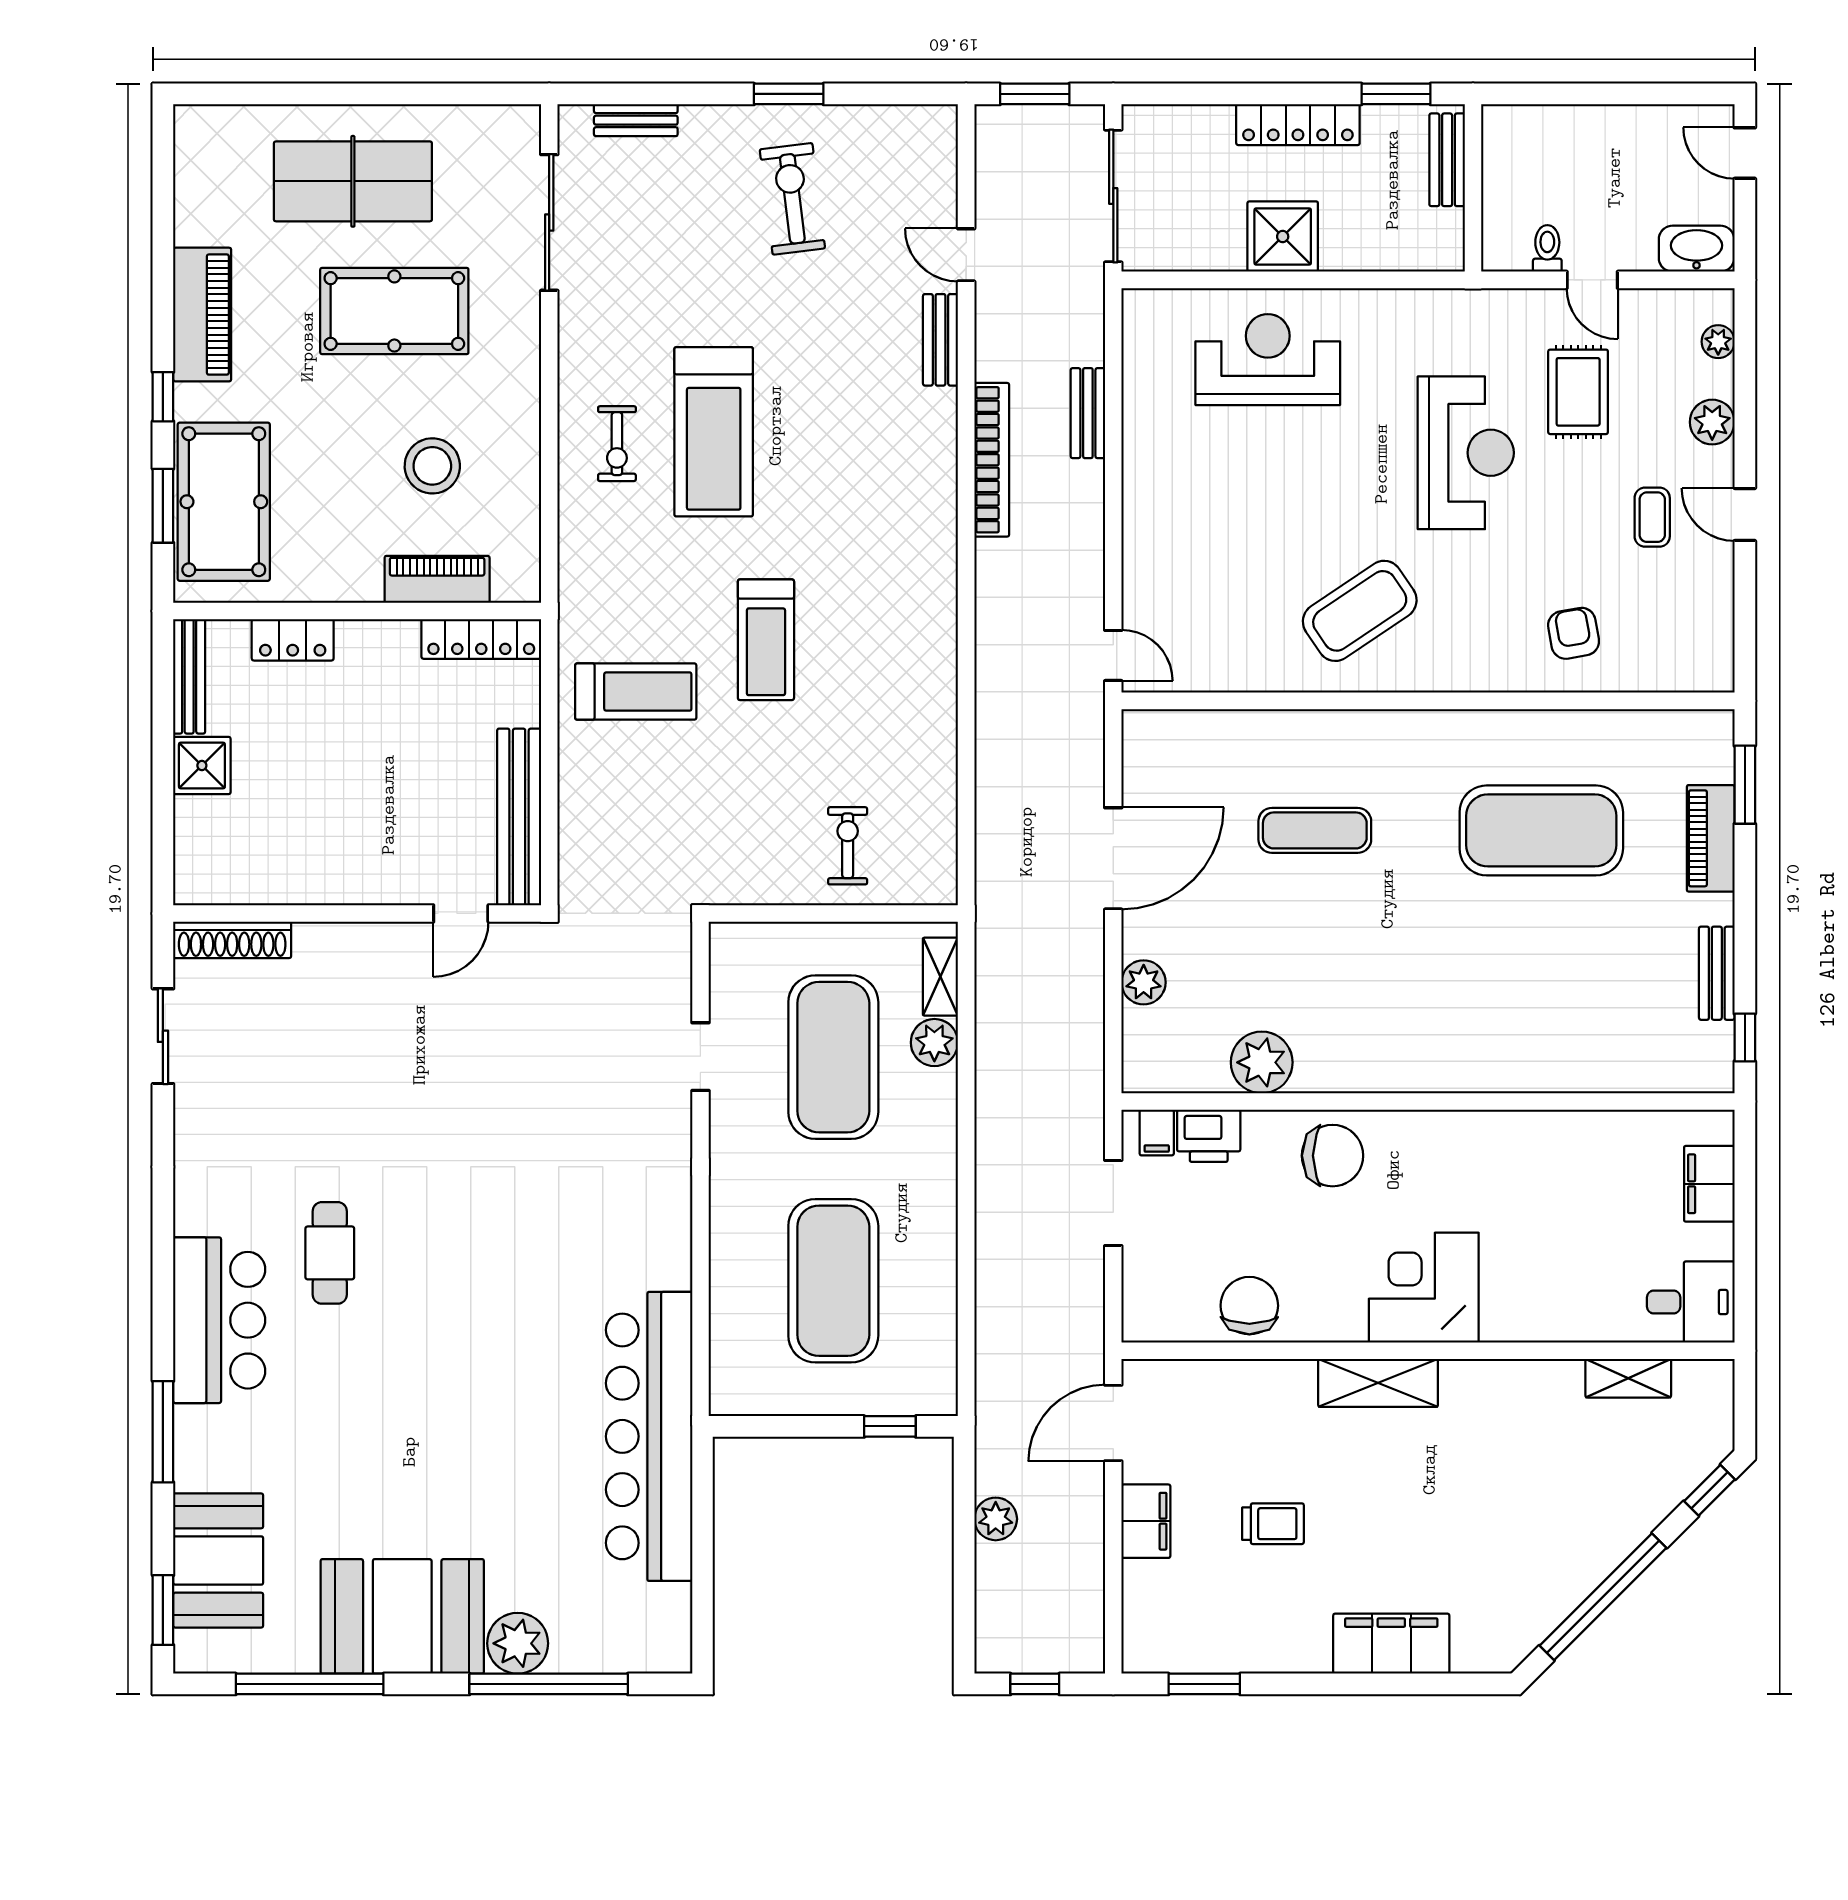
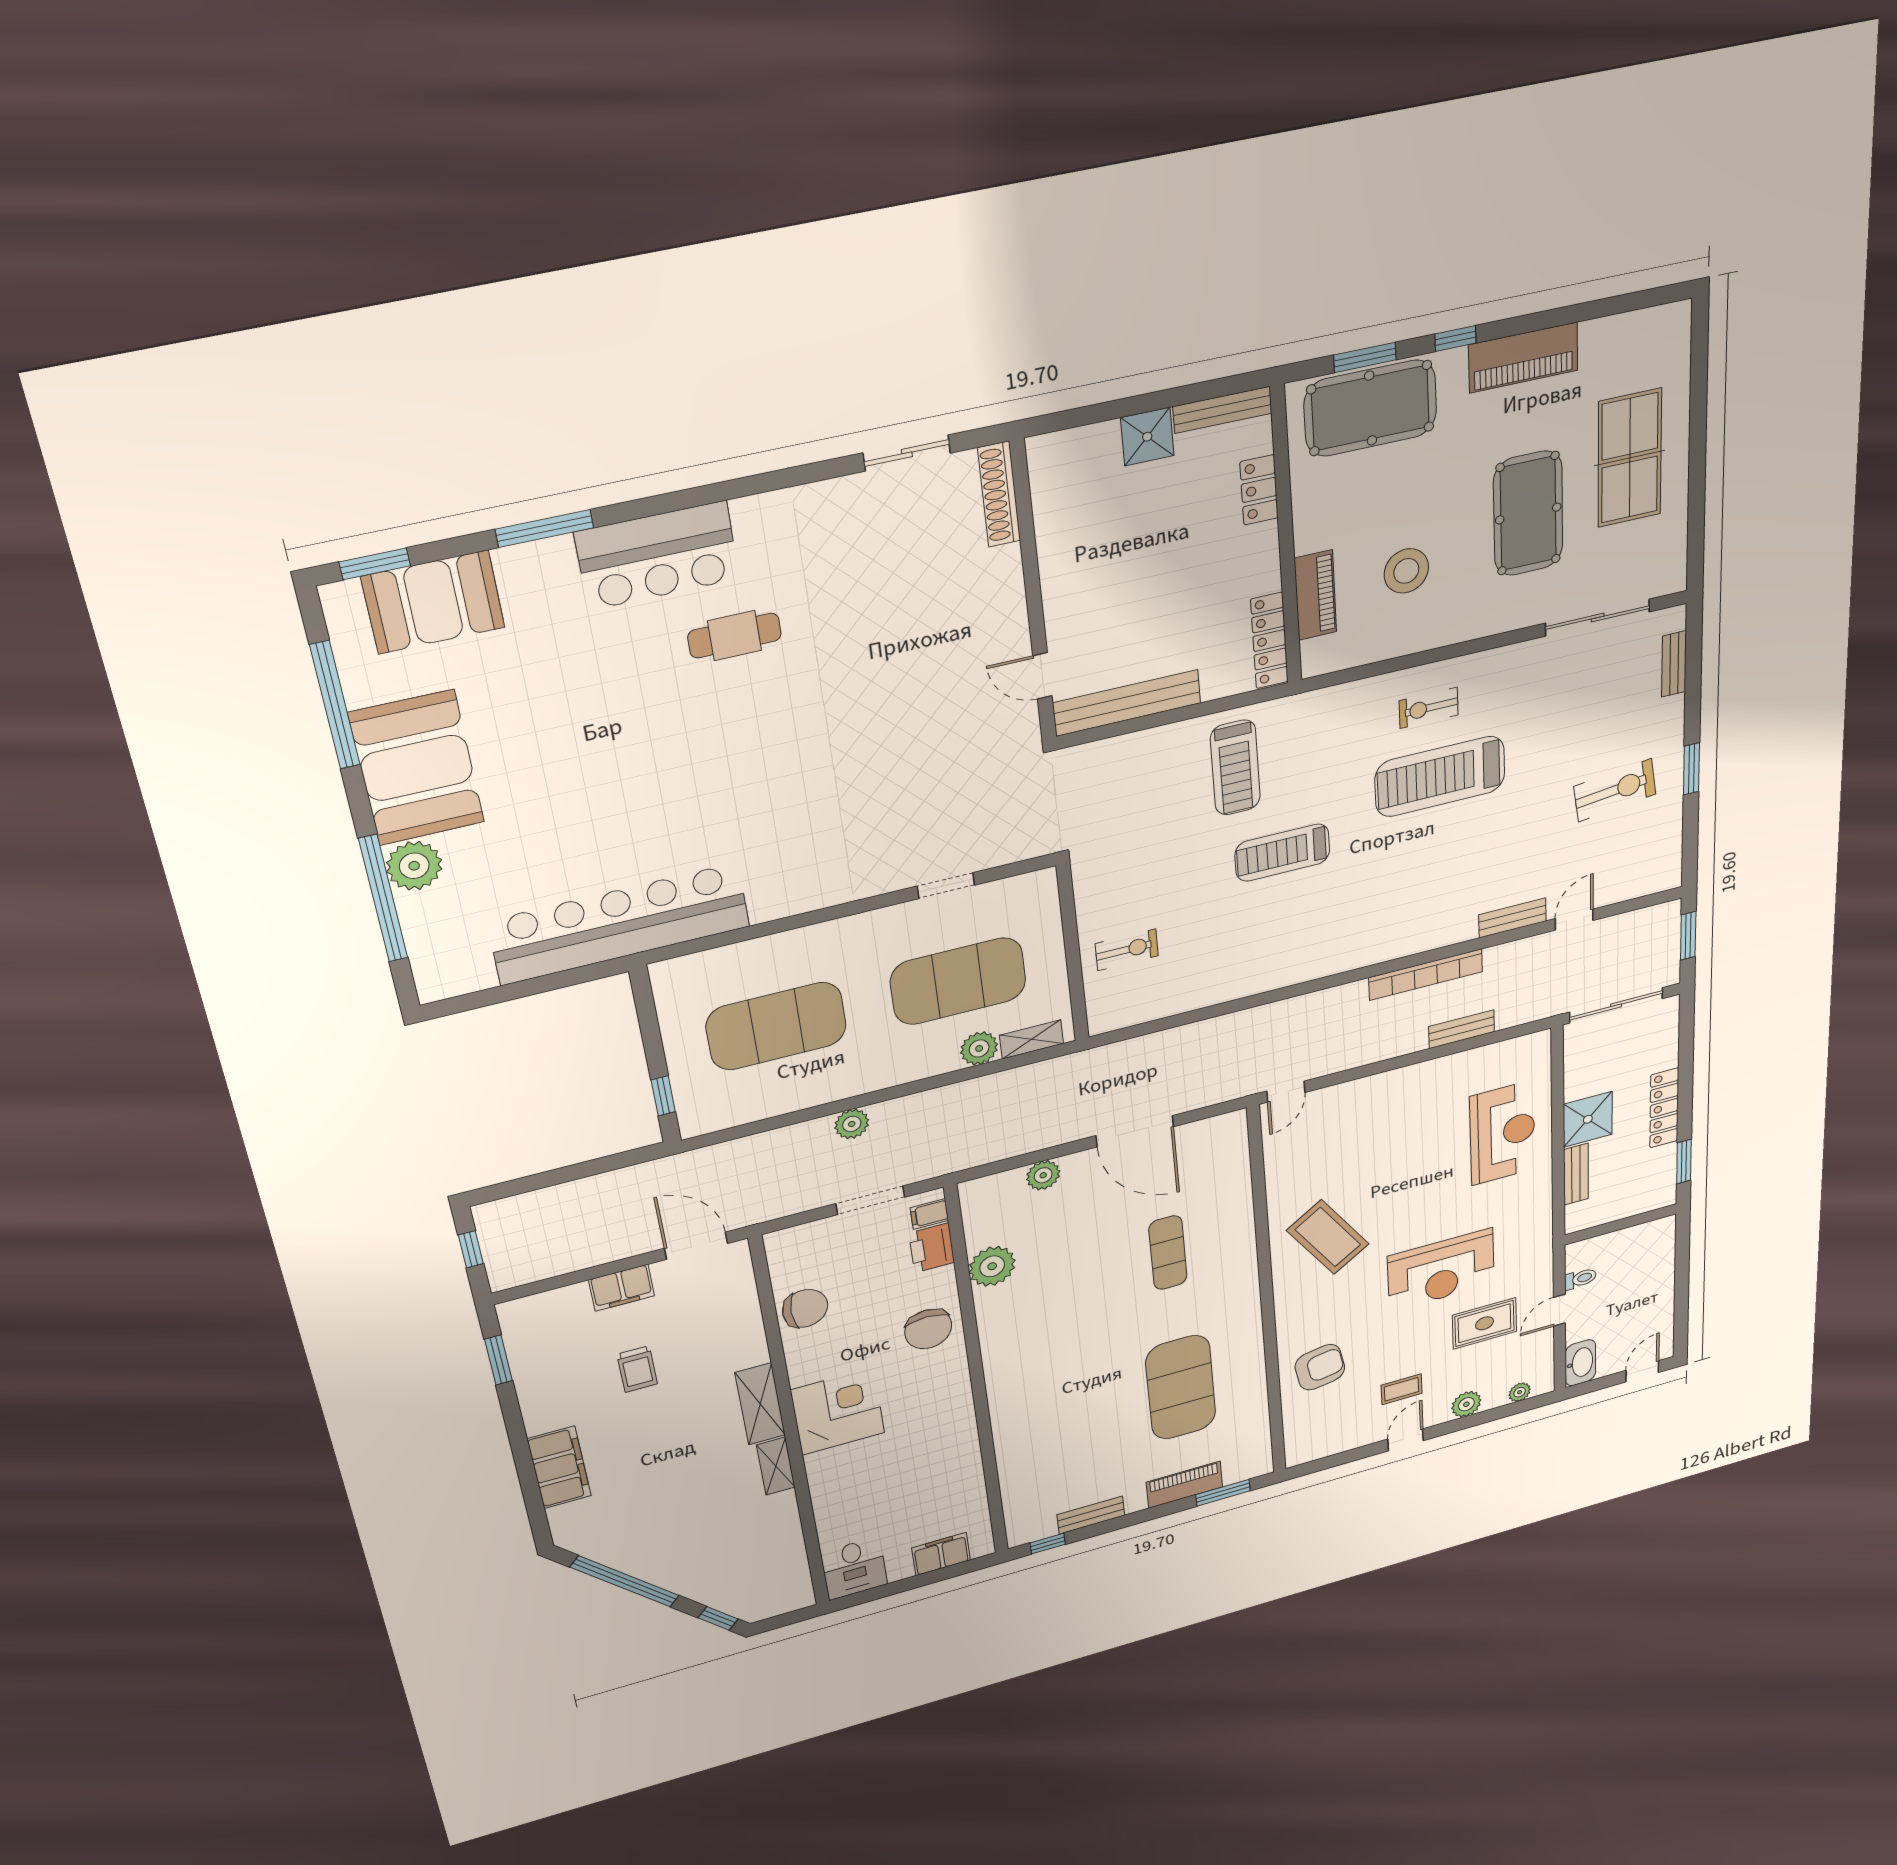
bench: (1447, 160) -> (1576, 1174), moved, turned 90
armchair: (1574, 633) -> (1320, 1367), width x1.38, depth x1.38
shelving: (1628, 1378) -> (776, 1466), moved
plant: (996, 1519) -> (852, 1124), moved

